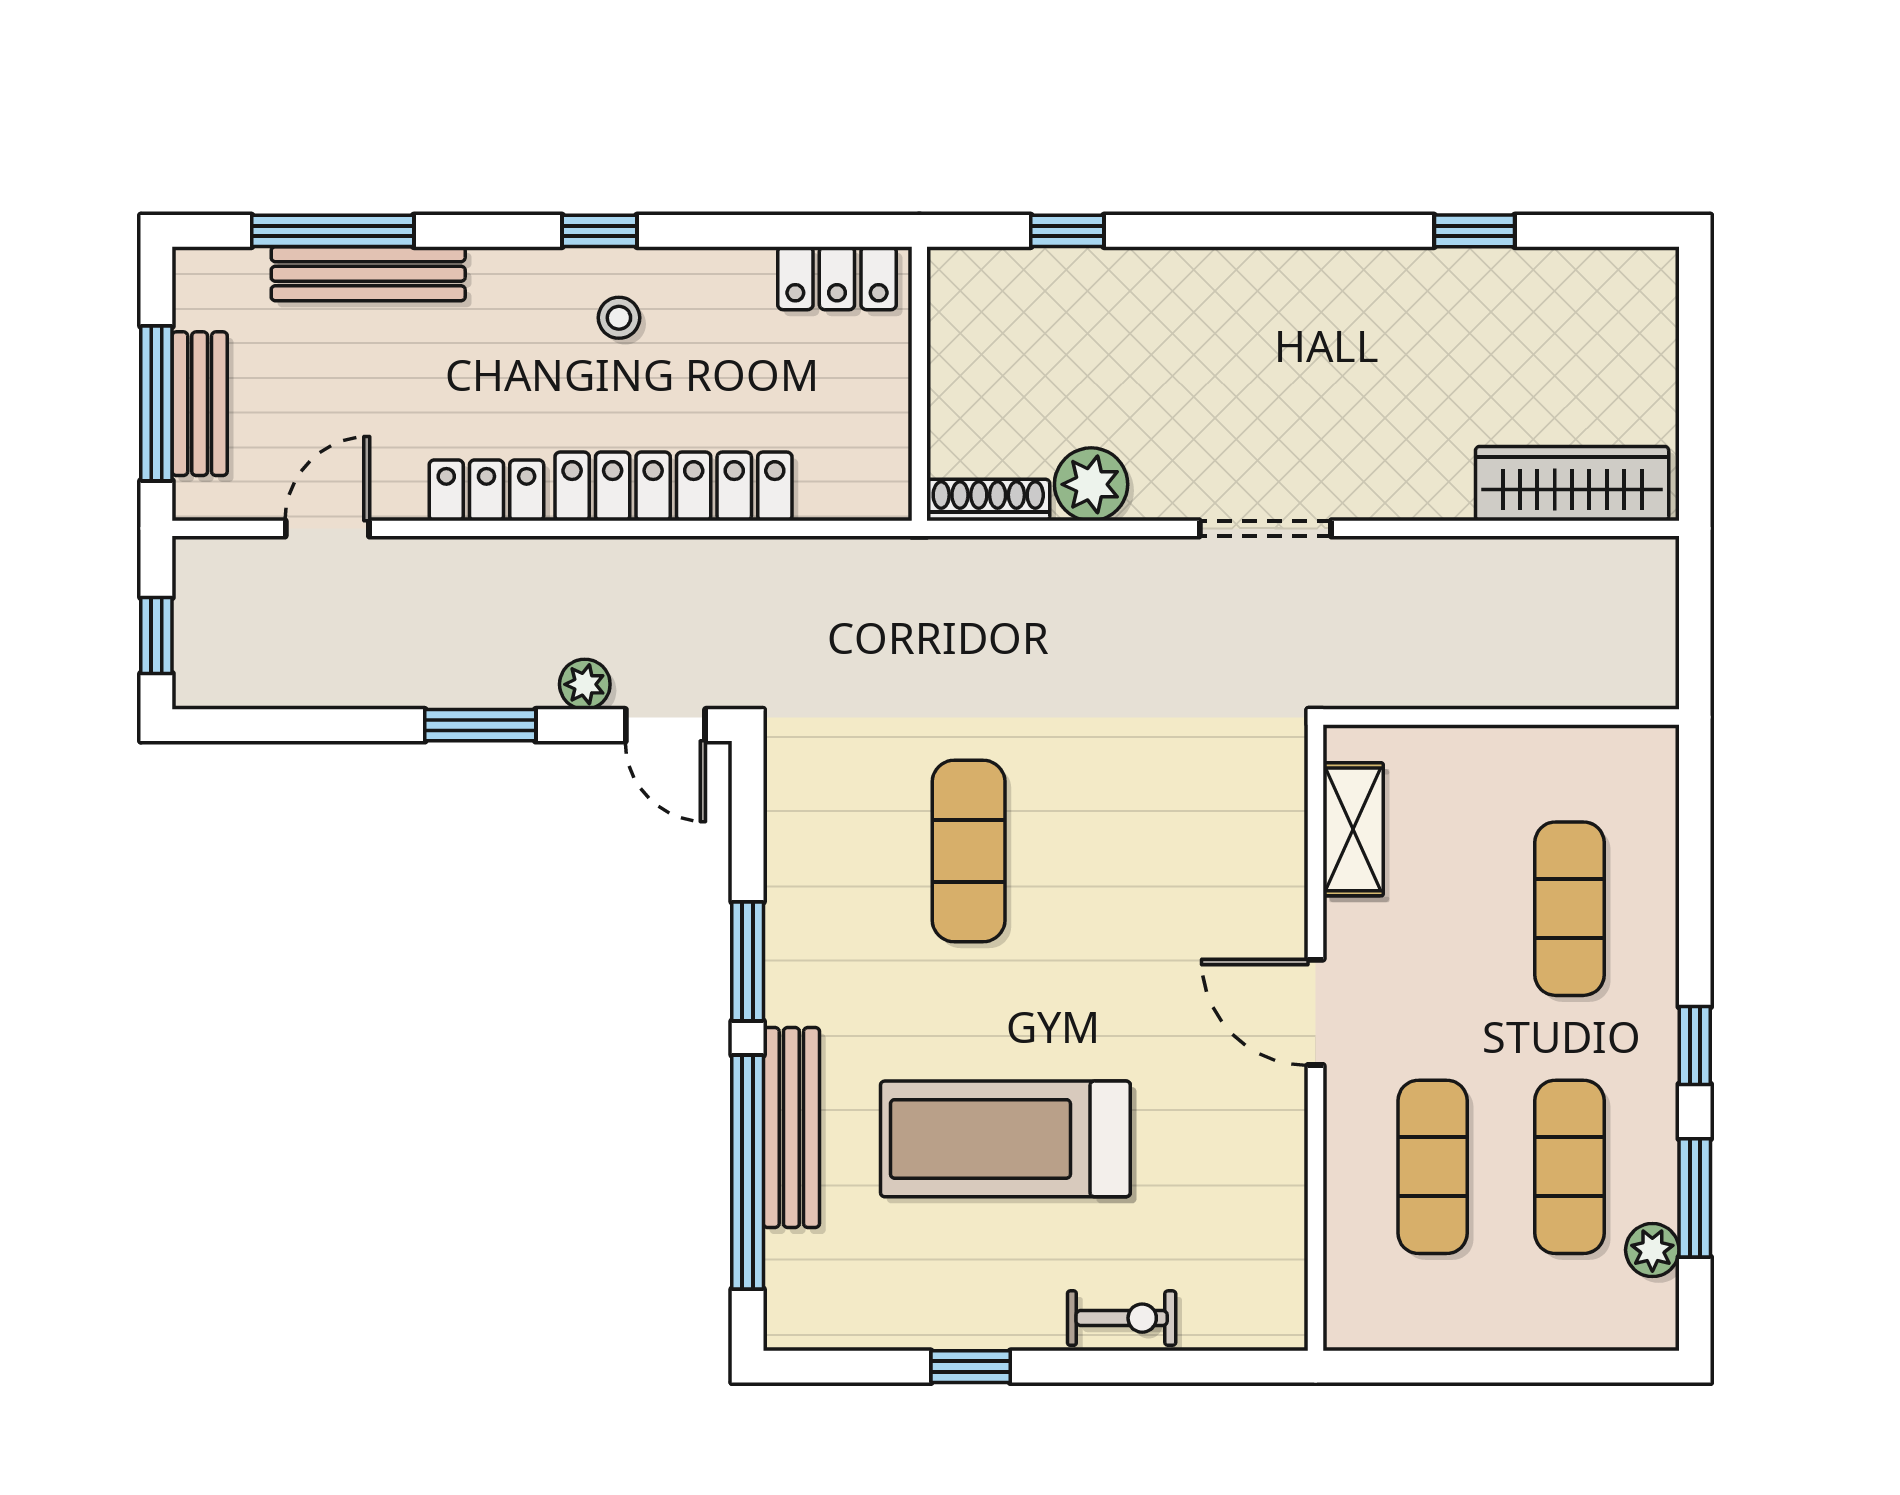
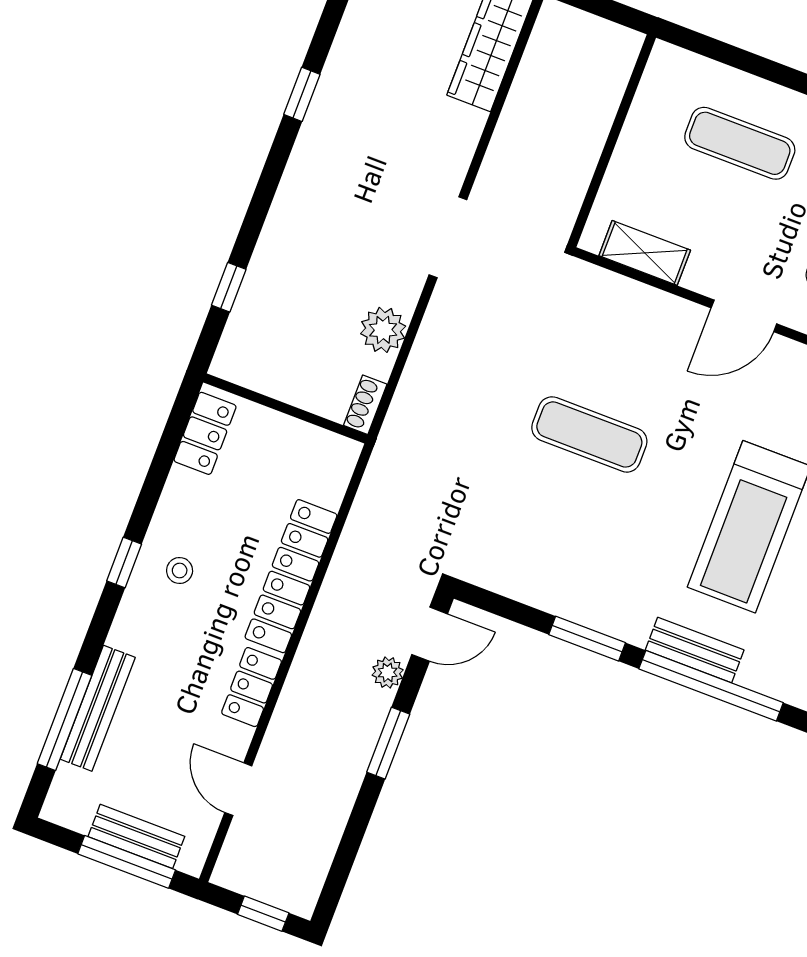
window: (1474, 231) -> (302, 94), moved
shoe rack: (988, 500) -> (365, 405), width x0.70
exercise mat: (969, 851) -> (589, 434), moved
bench: (791, 1128) -> (695, 650), width x0.73

